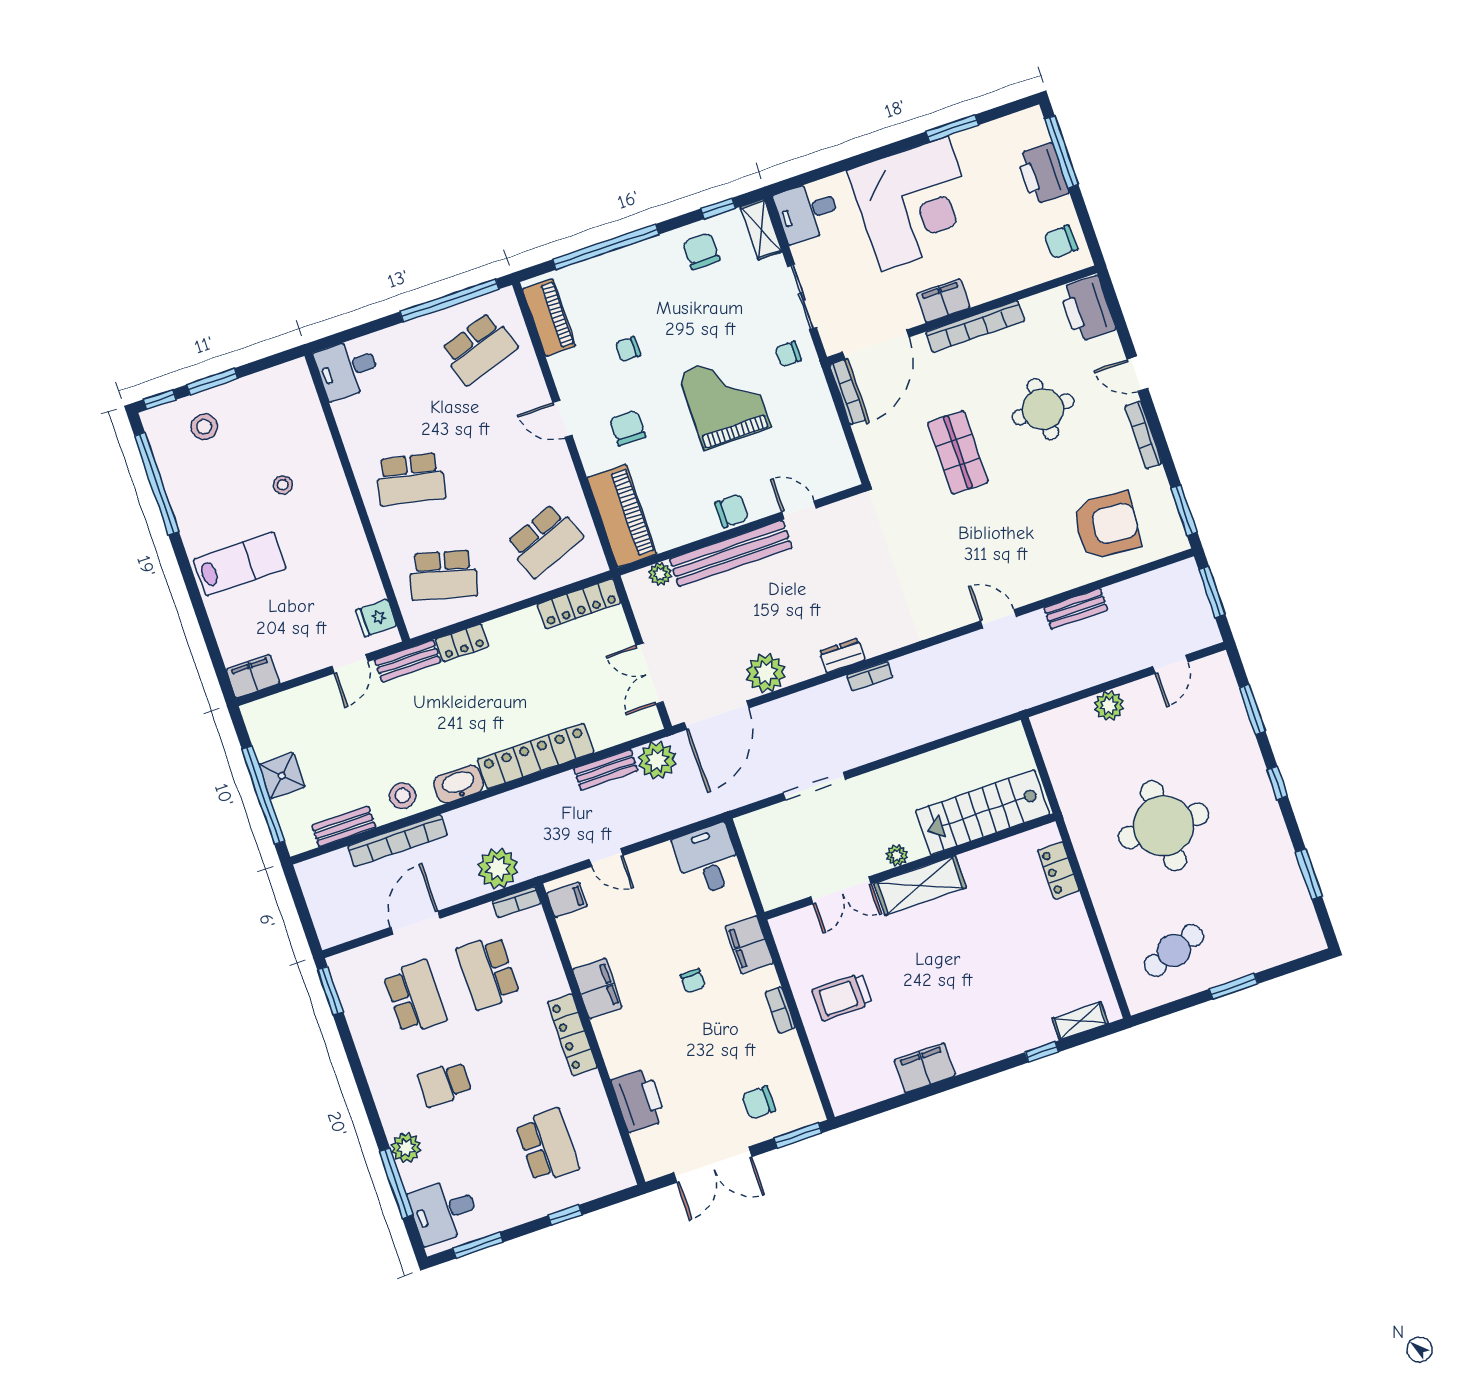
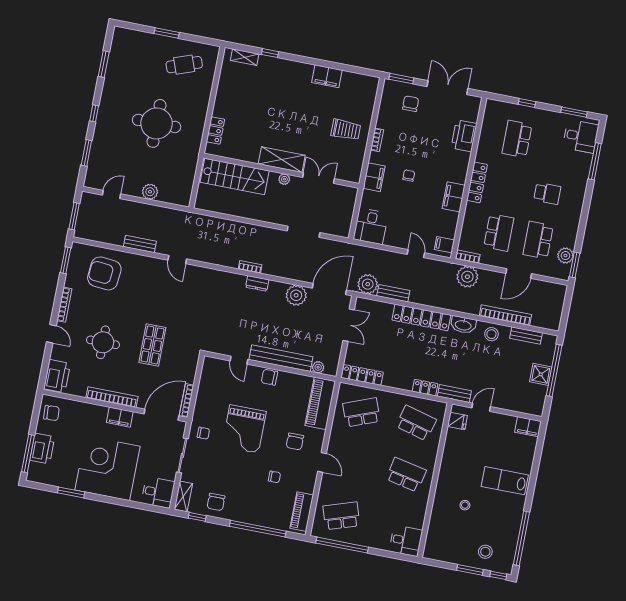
chair: (759, 1103) -> (411, 104), turned -90
plant: (406, 1148) -> (565, 256), moved

